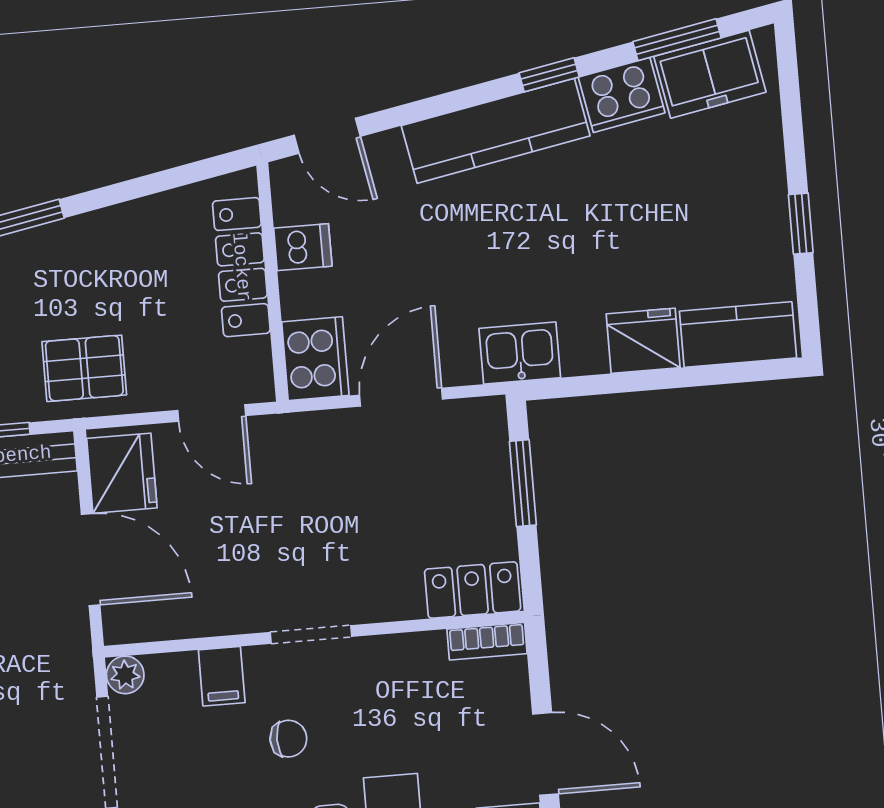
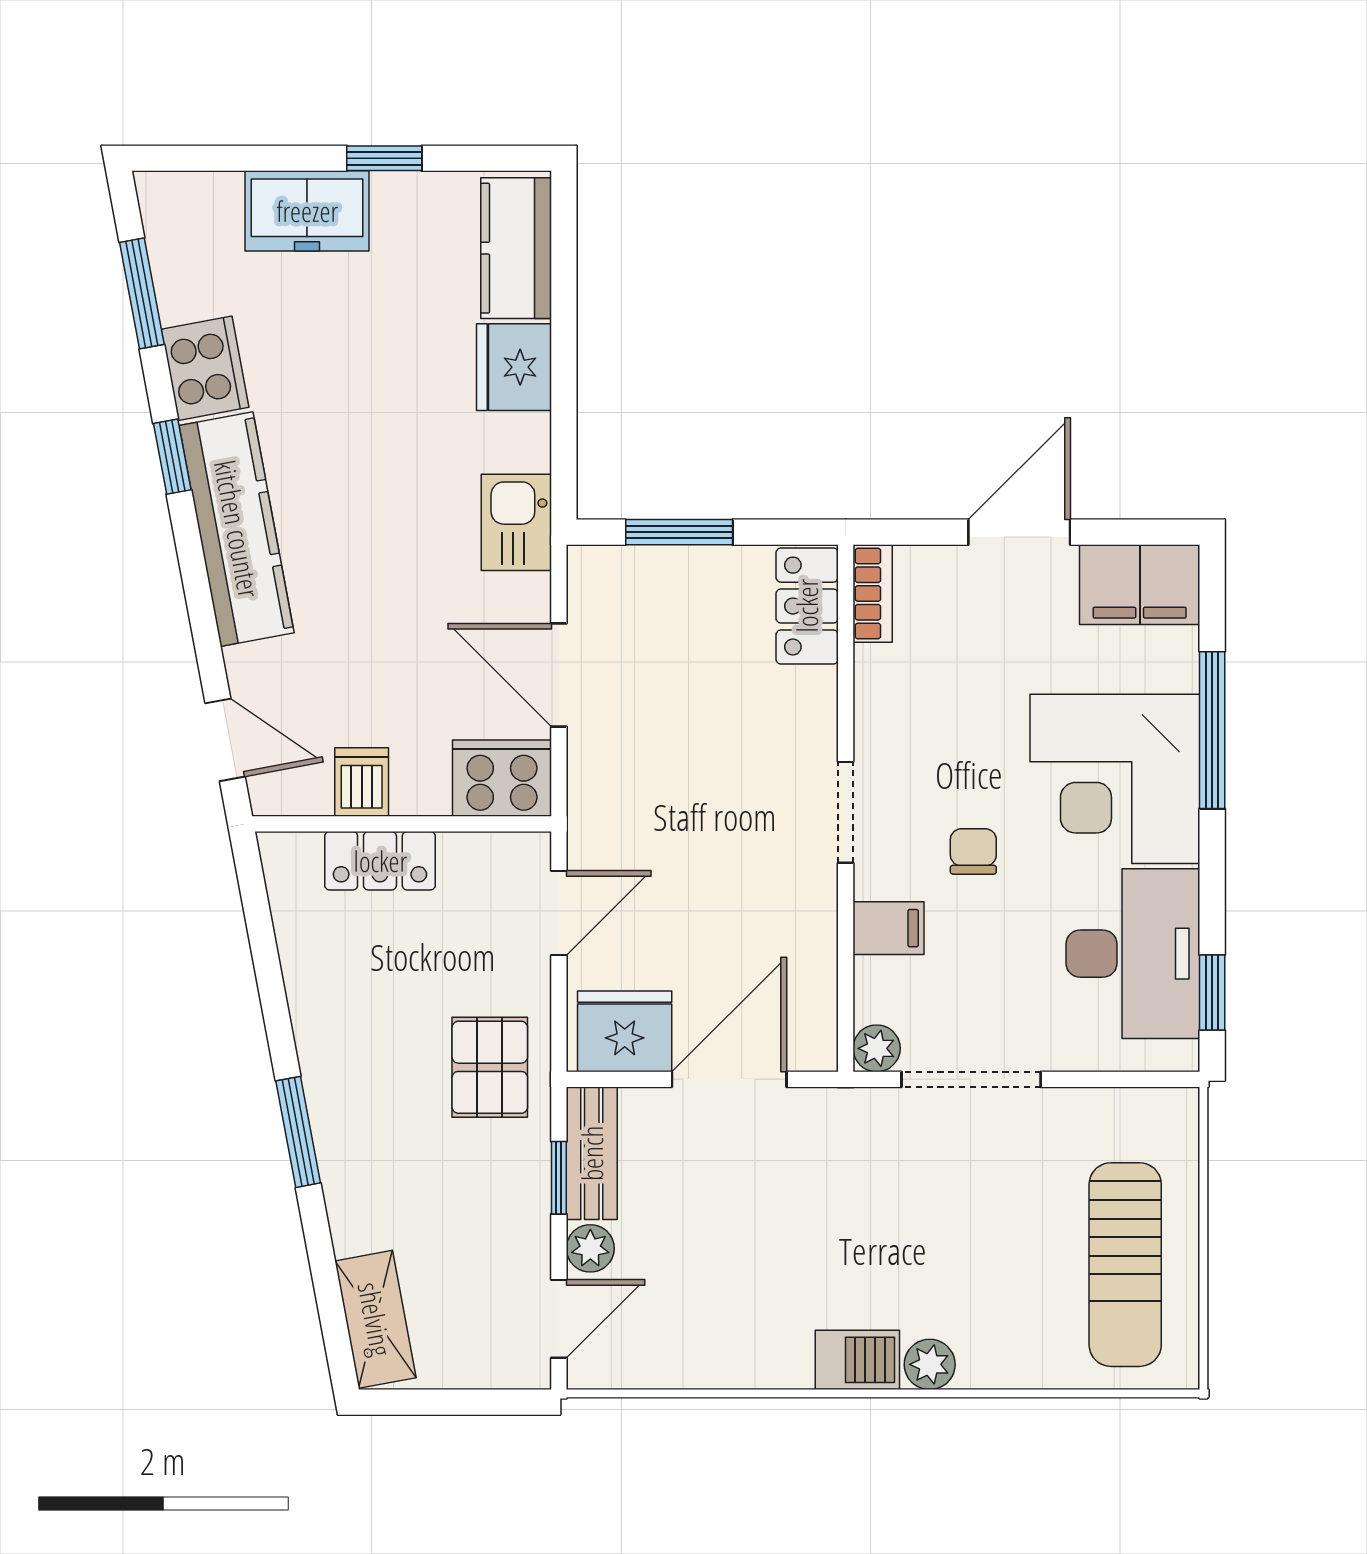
freezer: (710, 74) -> (307, 211), moved, turned 101
door: (327, 136) -> (225, 740), hinge flipped
locker: (241, 267) -> (380, 861), width x0.66

